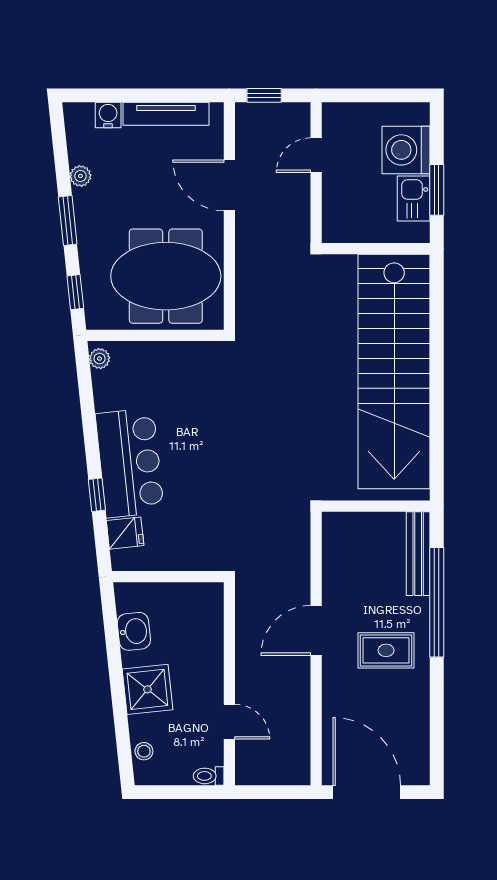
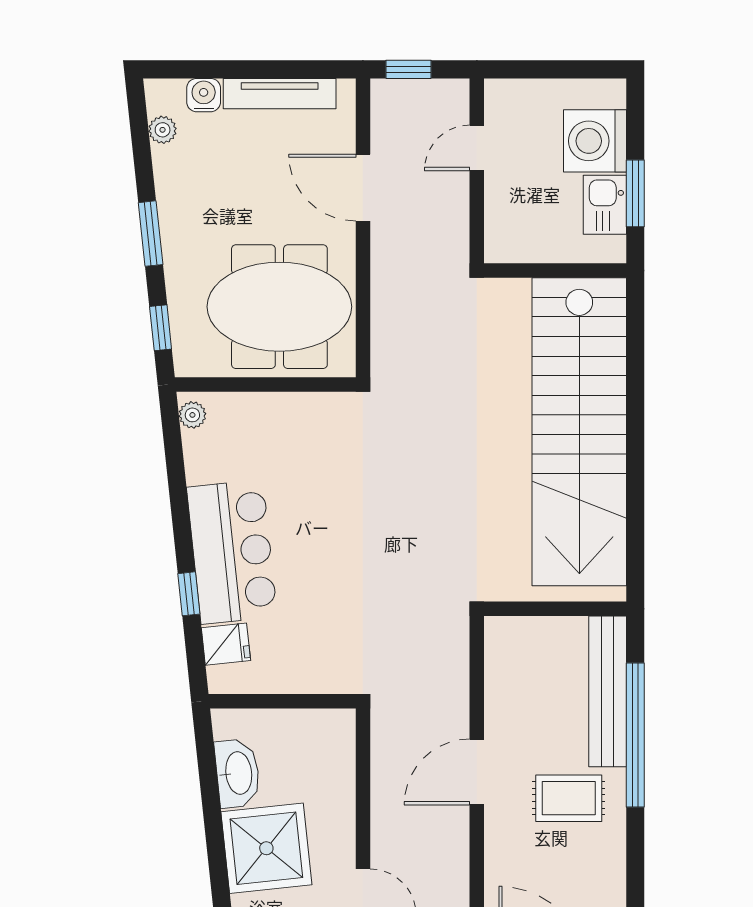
plant: (80, 176) -> (163, 130), moved
bench: (418, 554) -> (608, 691), width x1.37, depth x1.21
washbasin: (134, 631) -> (238, 773), width x1.38
shower: (147, 689) -> (266, 848), width x1.37, depth x1.37

